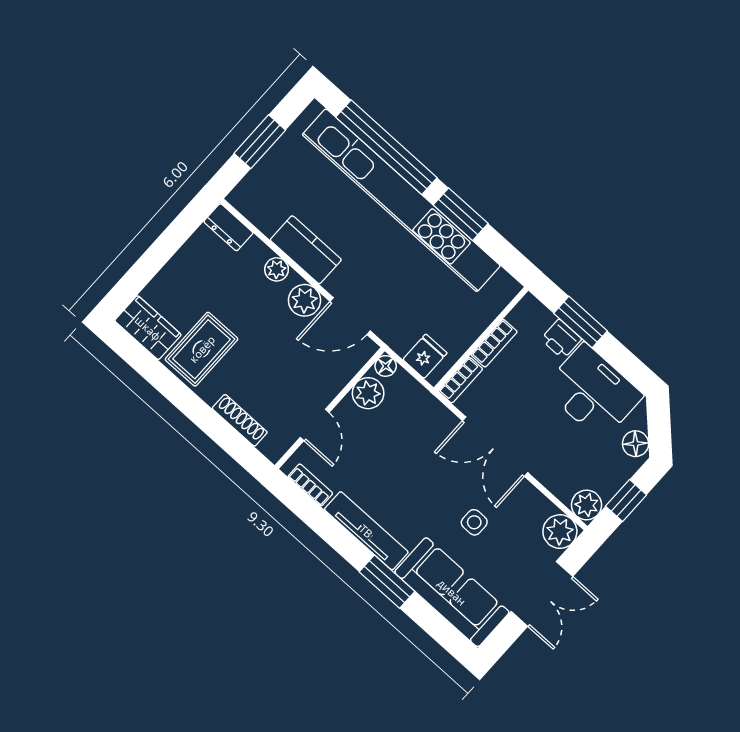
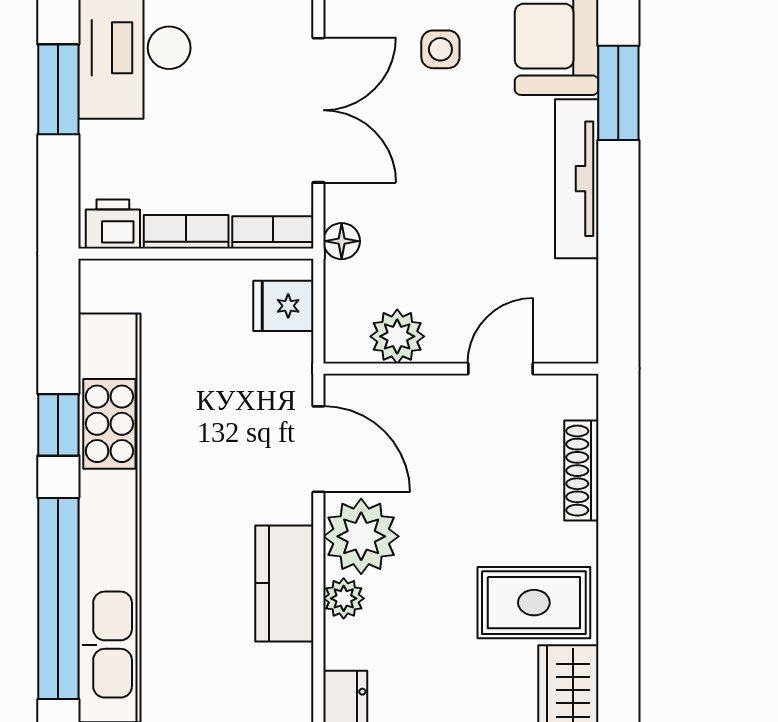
window: (461, 214) -> (58, 425), width x0.67
plant: (305, 300) -> (361, 536), width x1.36, depth x1.36
window: (580, 322) -> (58, 89), moved
printer: (561, 339) -> (113, 224), moved, turned -90
floor lamp: (386, 366) -> (342, 241), moved
bookcase: (310, 485) -> (583, 304), removed

